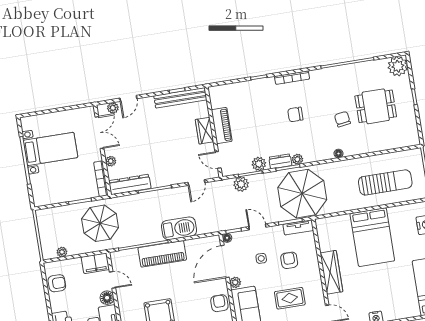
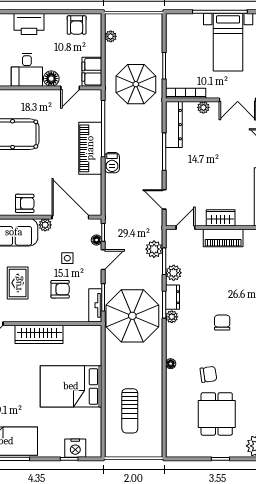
sun lounger: (385, 182) -> (130, 411), width x0.73, depth x0.75
barbecue: (179, 228) -> (112, 163), width x0.53, depth x0.65
floor lamp: (227, 238) -> (97, 240), moved

